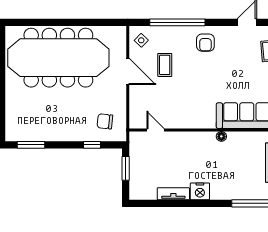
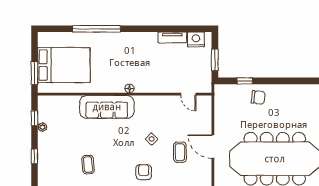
side table: (141, 40) -> (152, 139), moved
chair: (105, 121) -> (258, 97), moved
window: (31, 145) -> (299, 81), removed
nightstand: (200, 191) -> (196, 40), moved

